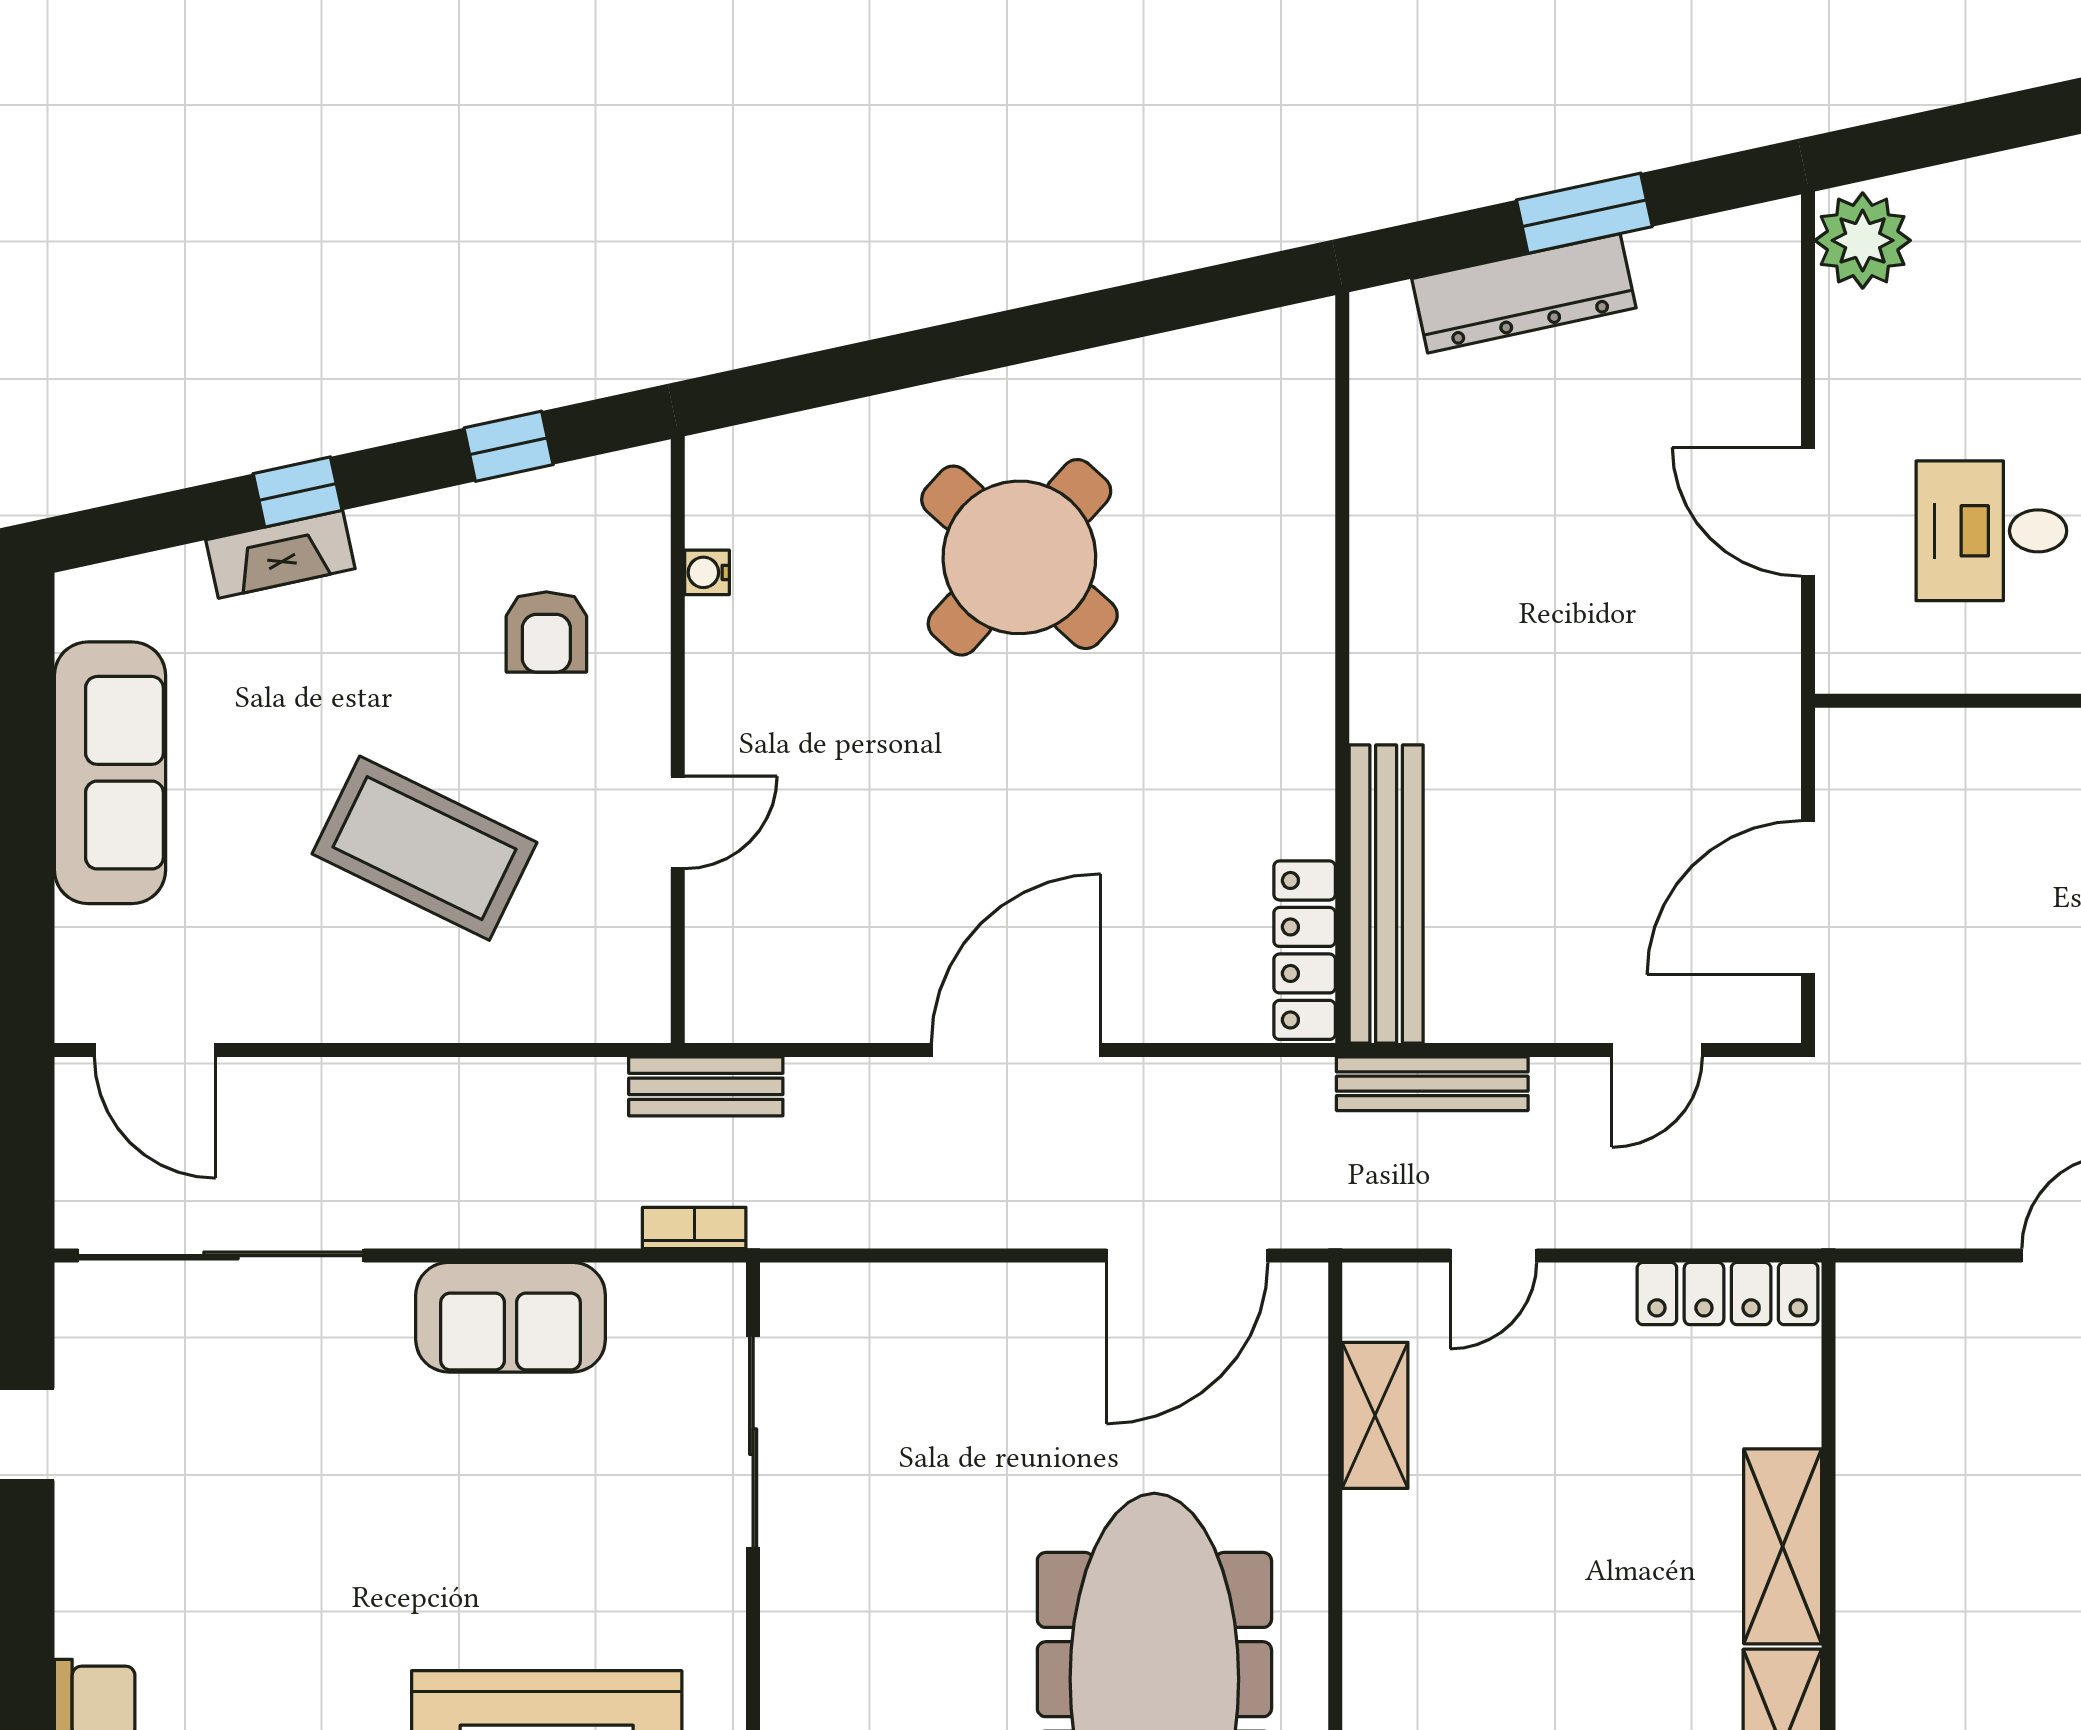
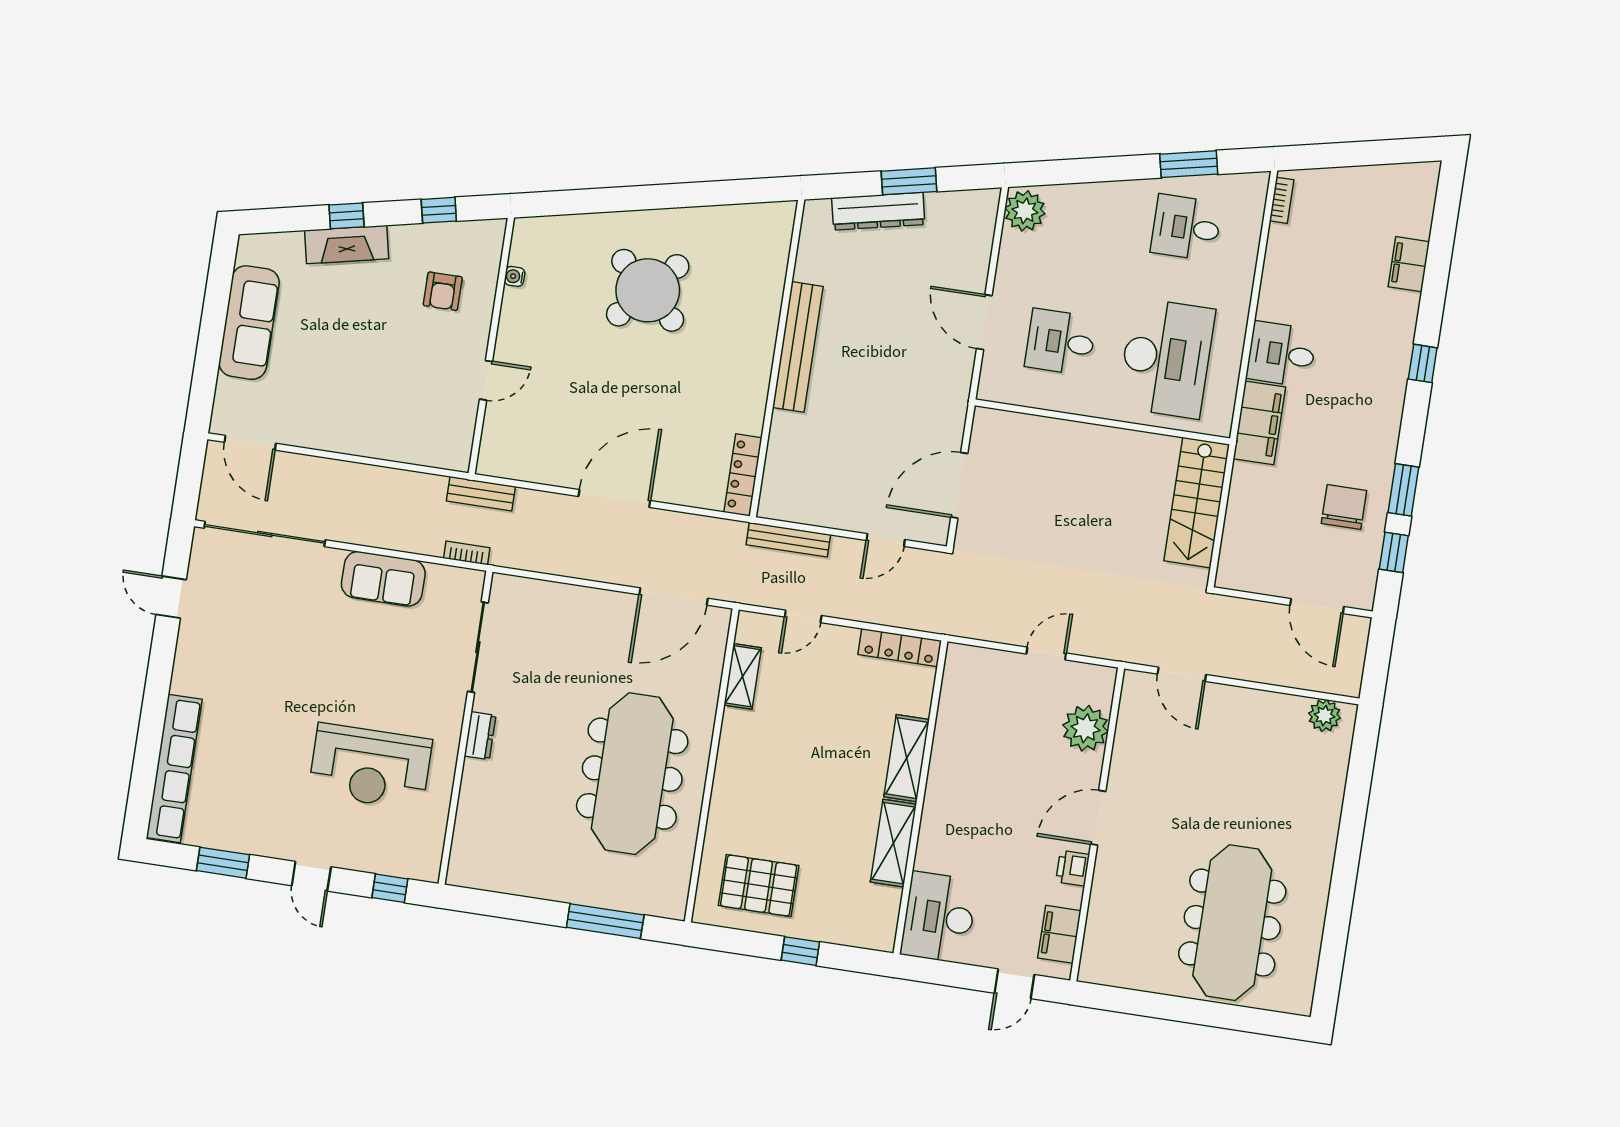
fireplace: (280, 554) -> (347, 245), width x1.37, depth x1.32
coffee table: (424, 848) -> (377, 375), removed
bench: (1386, 894) -> (798, 347), moved
dresser: (790, 1645) -> (480, 736), added

